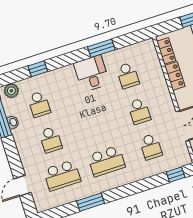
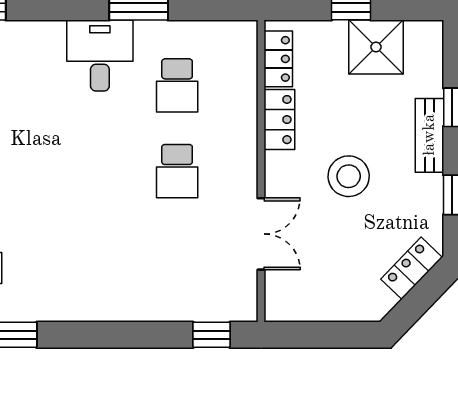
school desk: (151, 147) -> (177, 257), removed
school desk: (106, 161) -> (71, 257), removed

